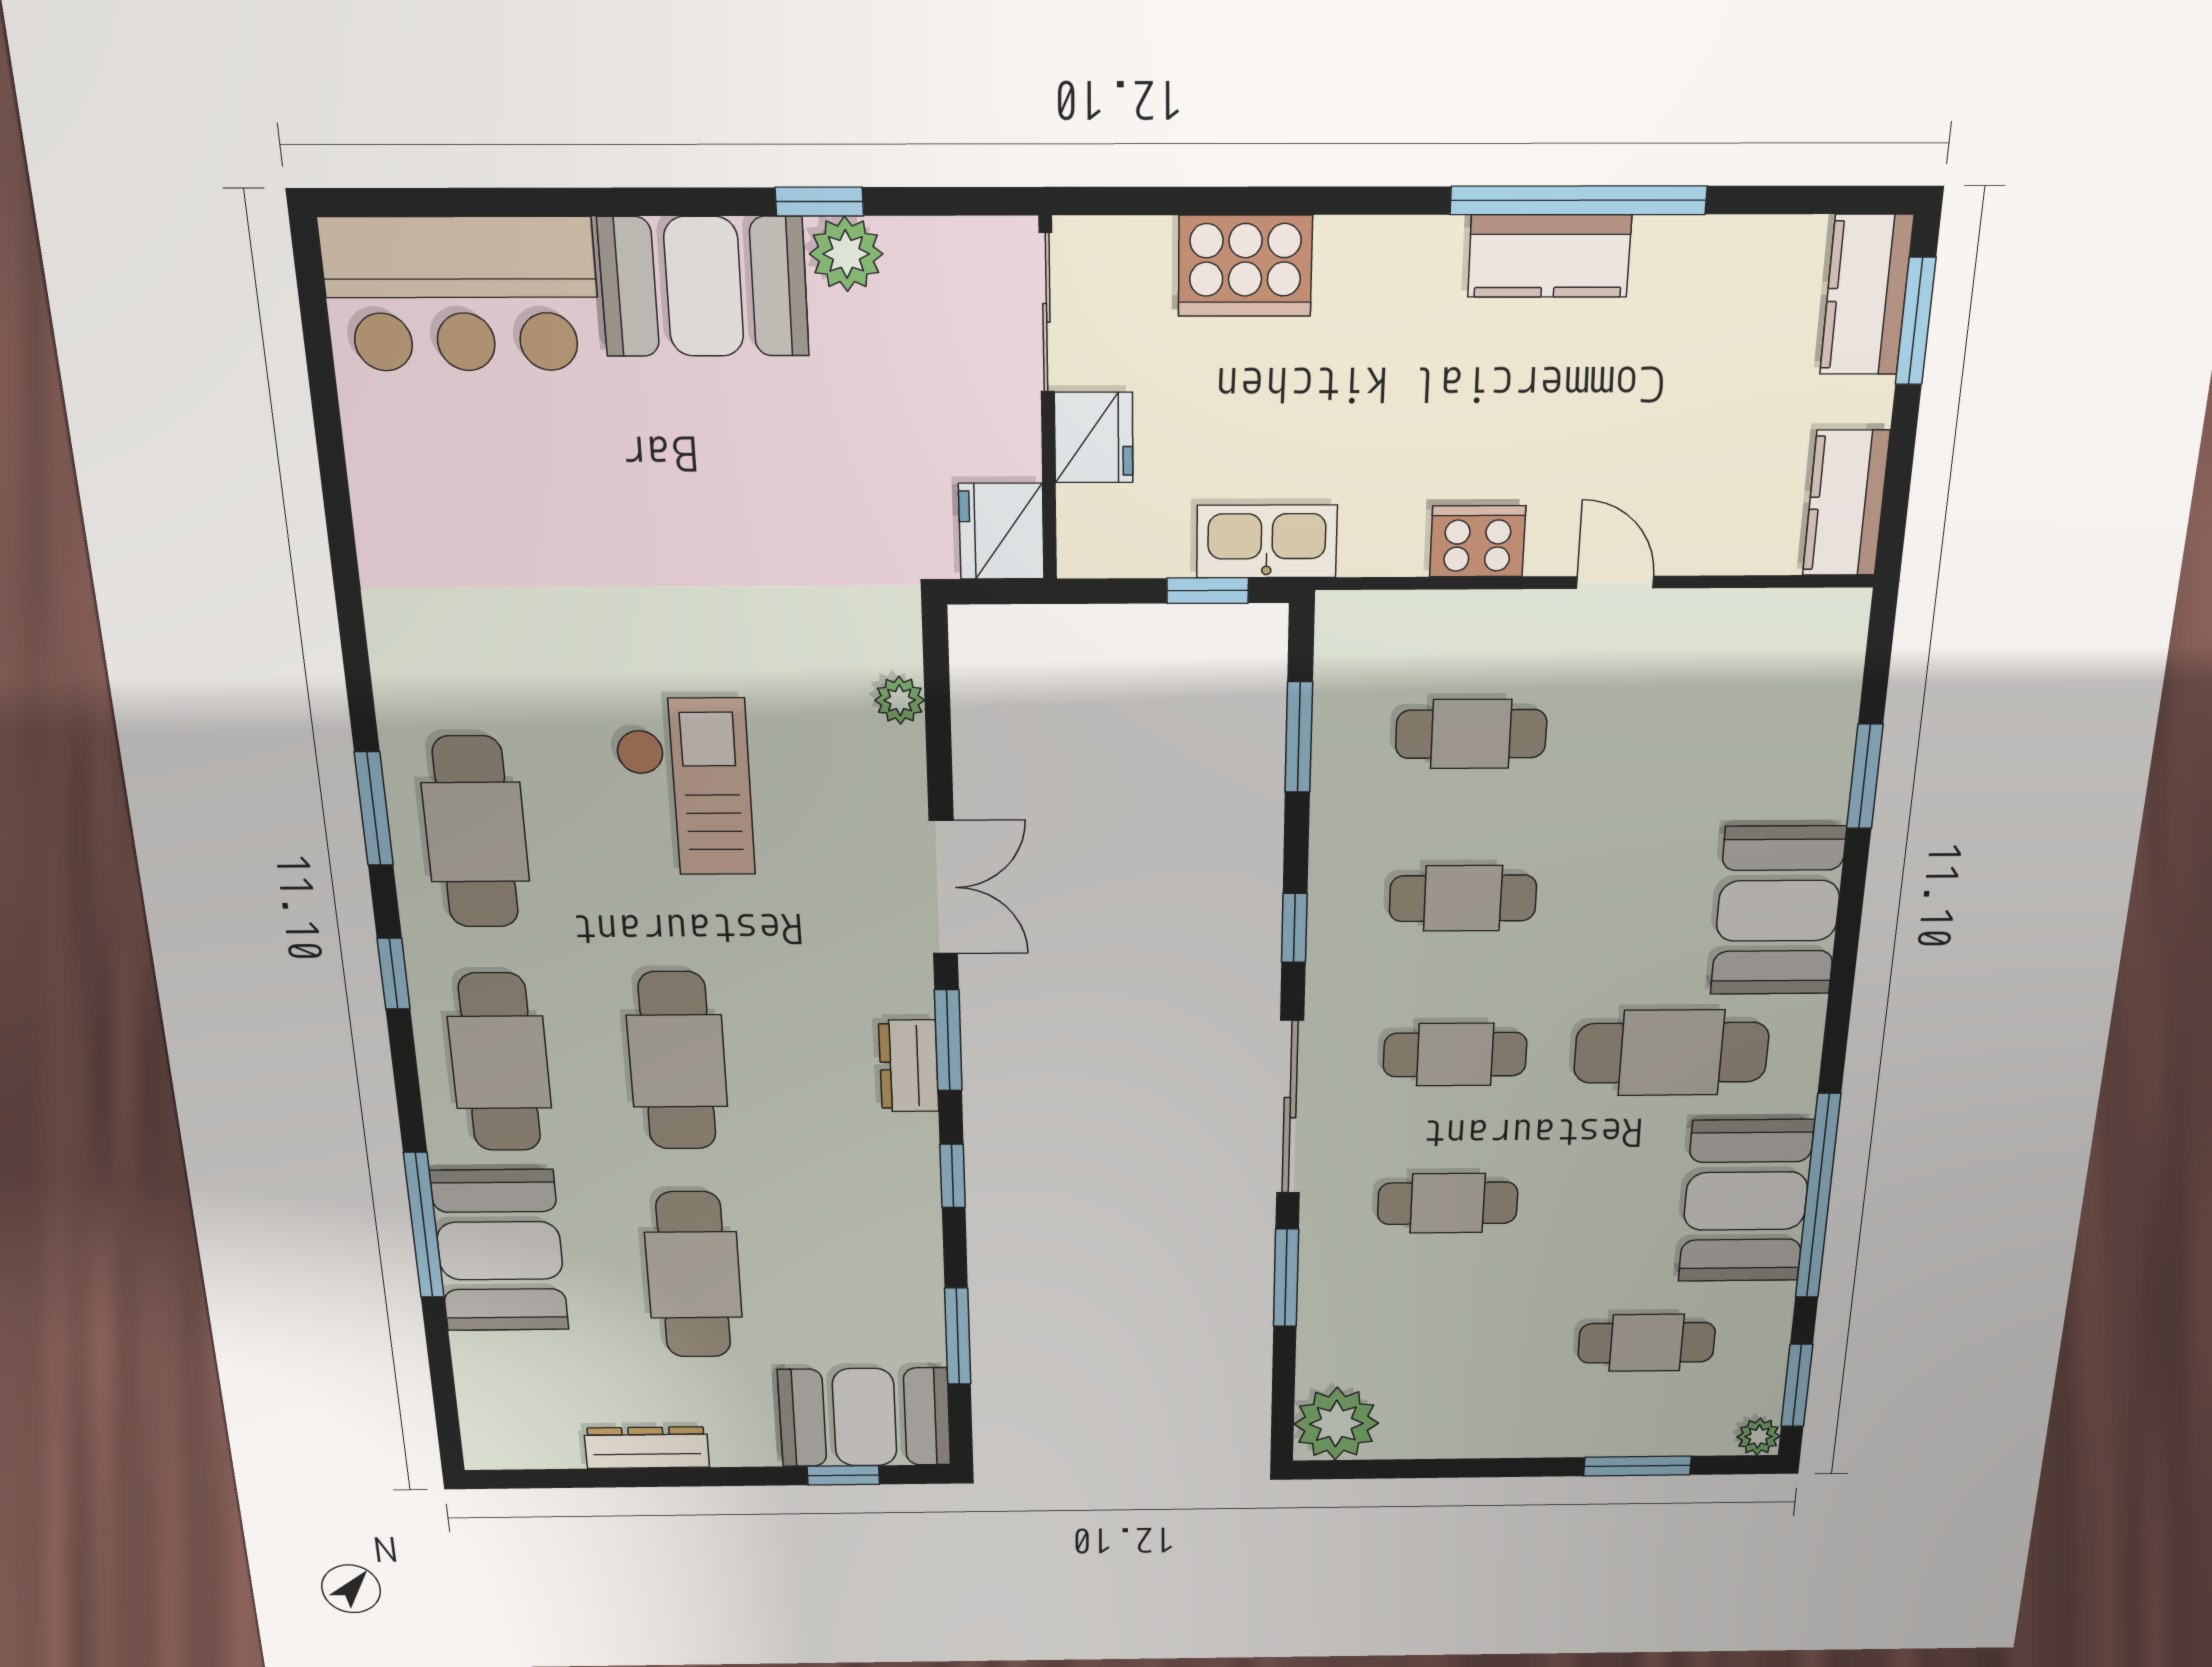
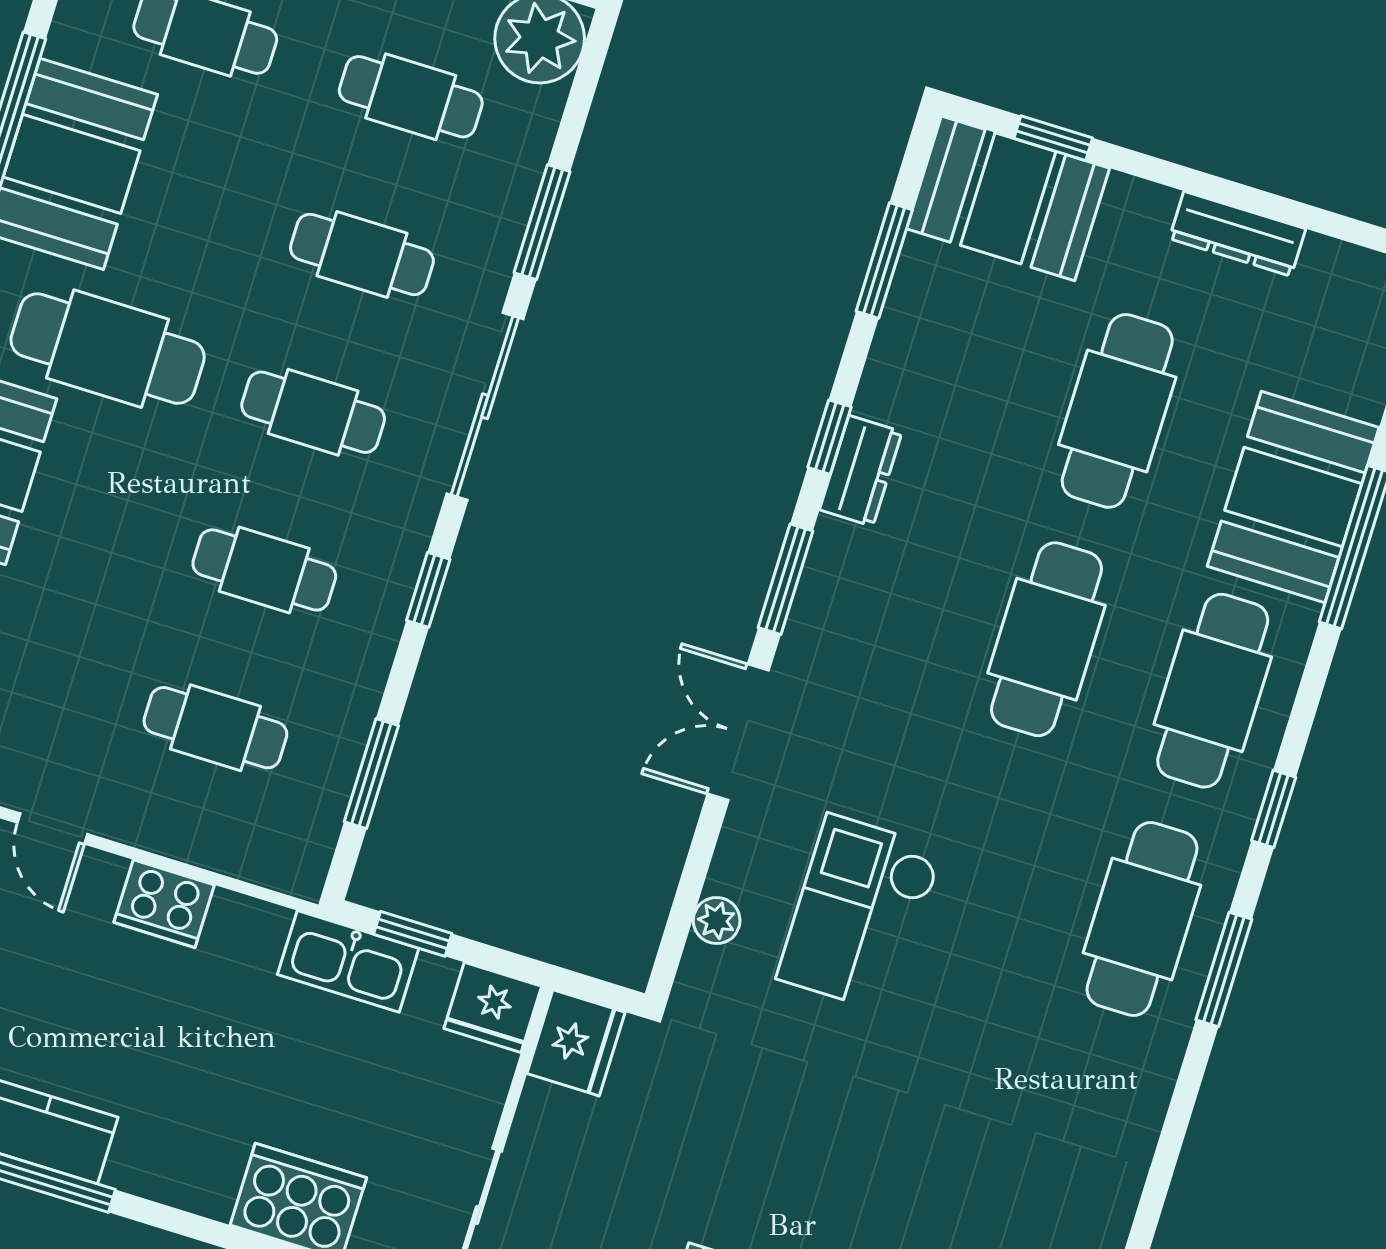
fridge: (1094, 438) -> (493, 1007), moved, turned -90
checkout: (685, 787) -> (860, 914), moved
dresser: (909, 1066) -> (861, 471), moved
cafe table: (1440, 1345) -> (411, 97), added

